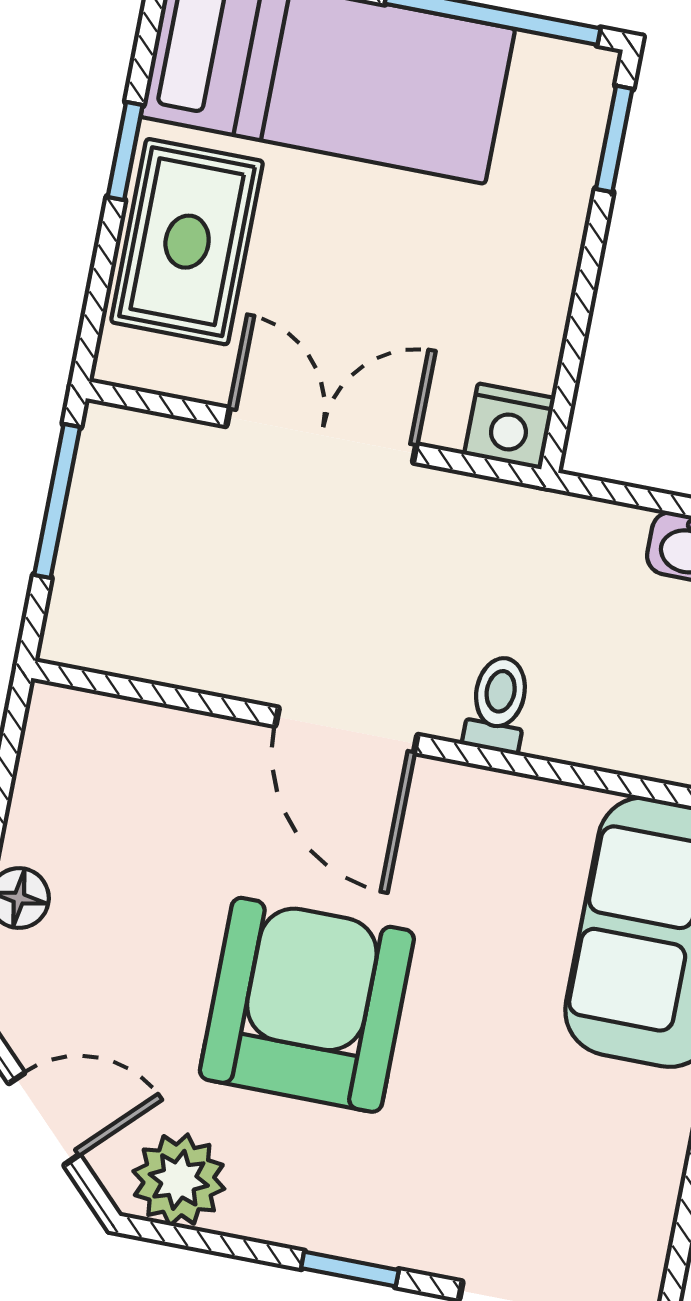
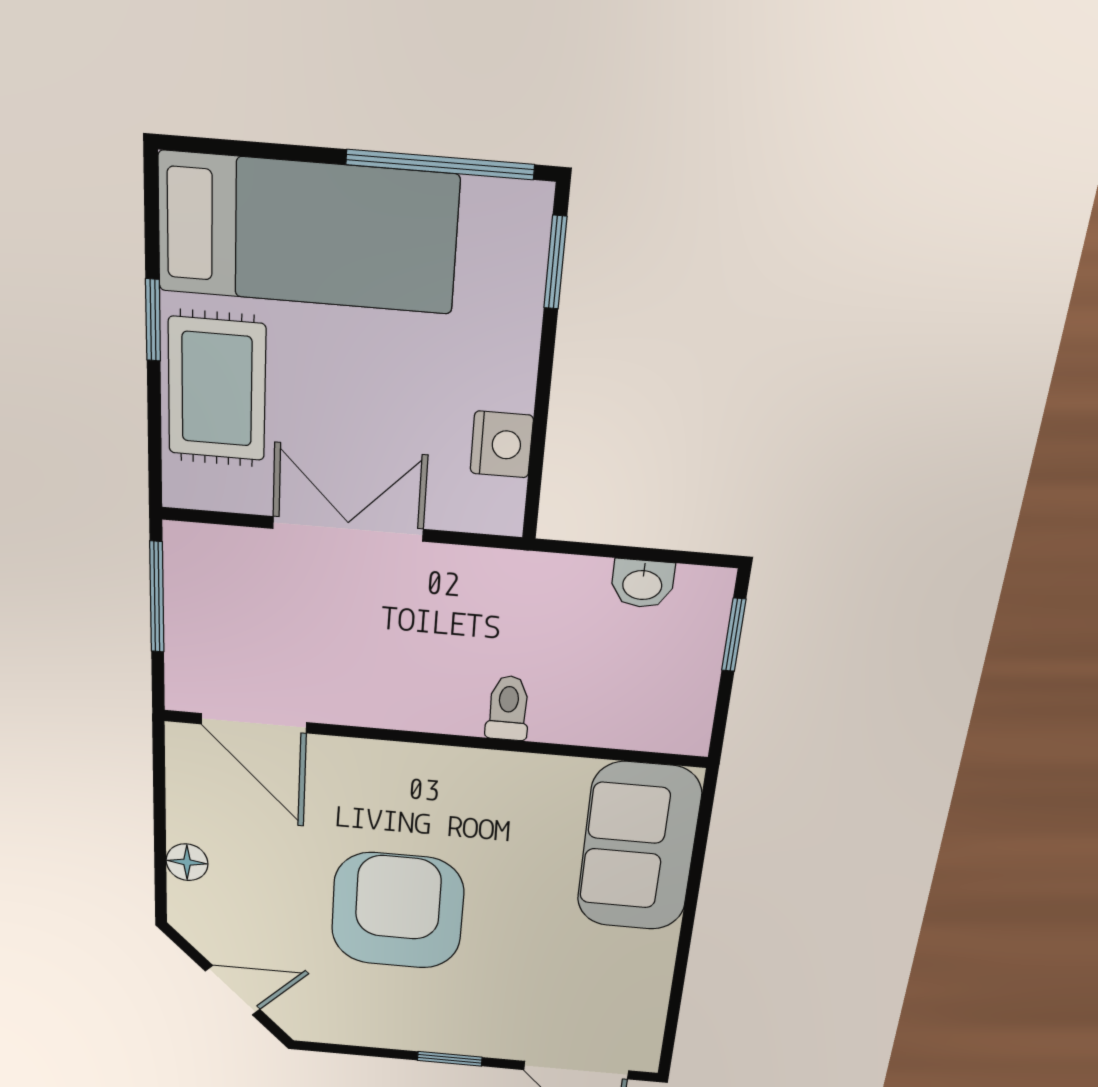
nightstand: (510, 426) -> (502, 444), moved, turned -90
door: (346, 730) -> (254, 723), moved
plant: (179, 1180) -> (328, 1018), removed

